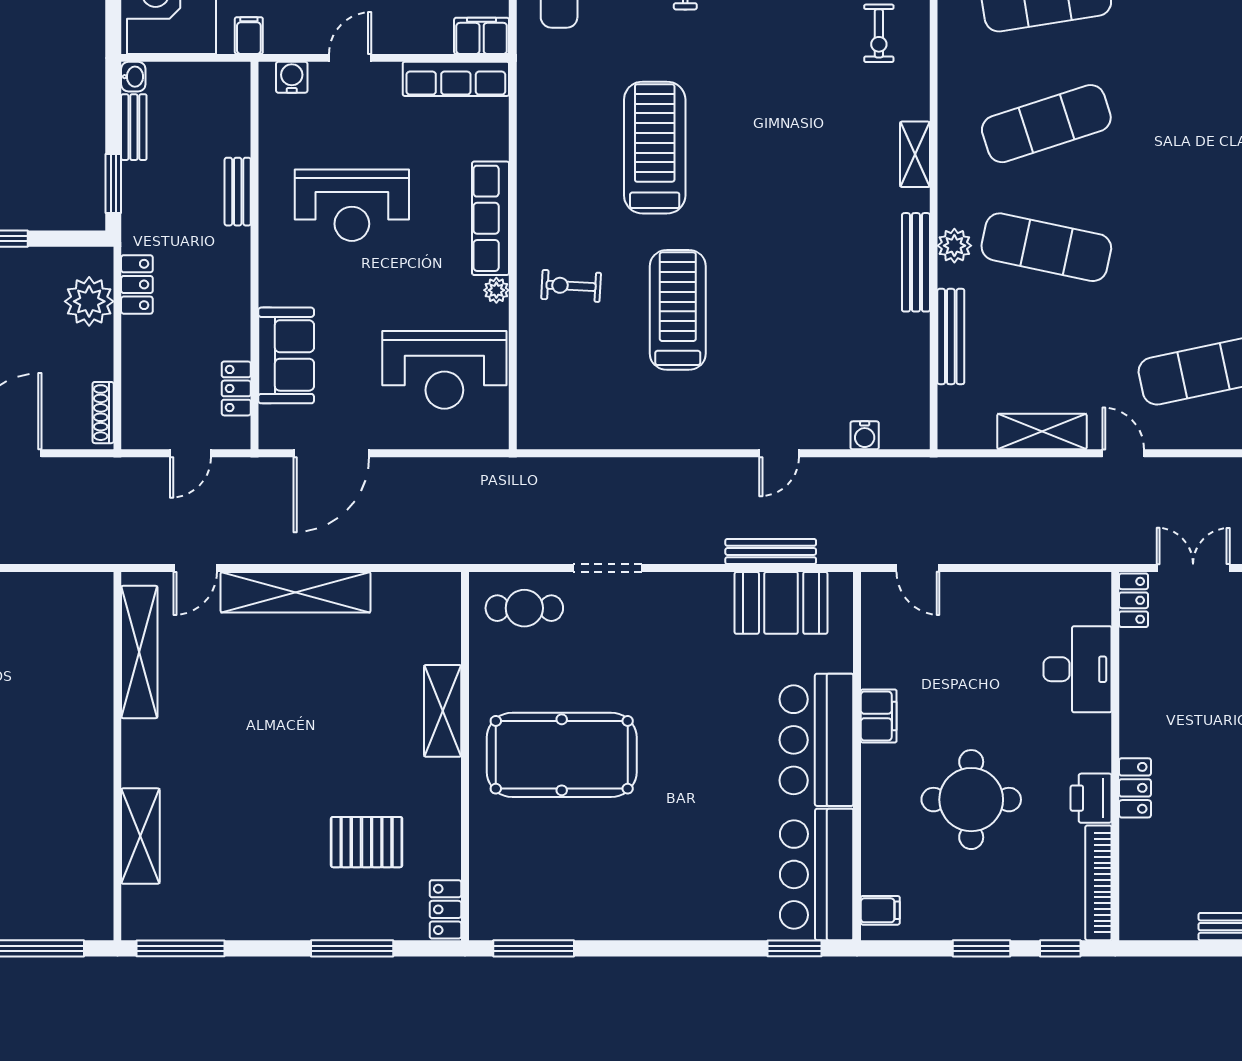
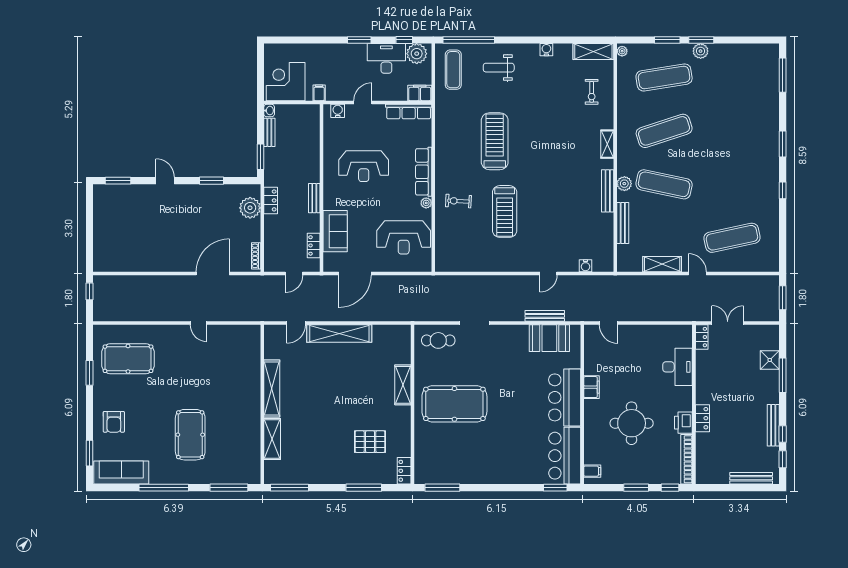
bench: (238, 192) -> (314, 198), moved
treadmill: (678, 310) -> (505, 211), turned 180
shelving: (139, 652) -> (272, 389), moved

